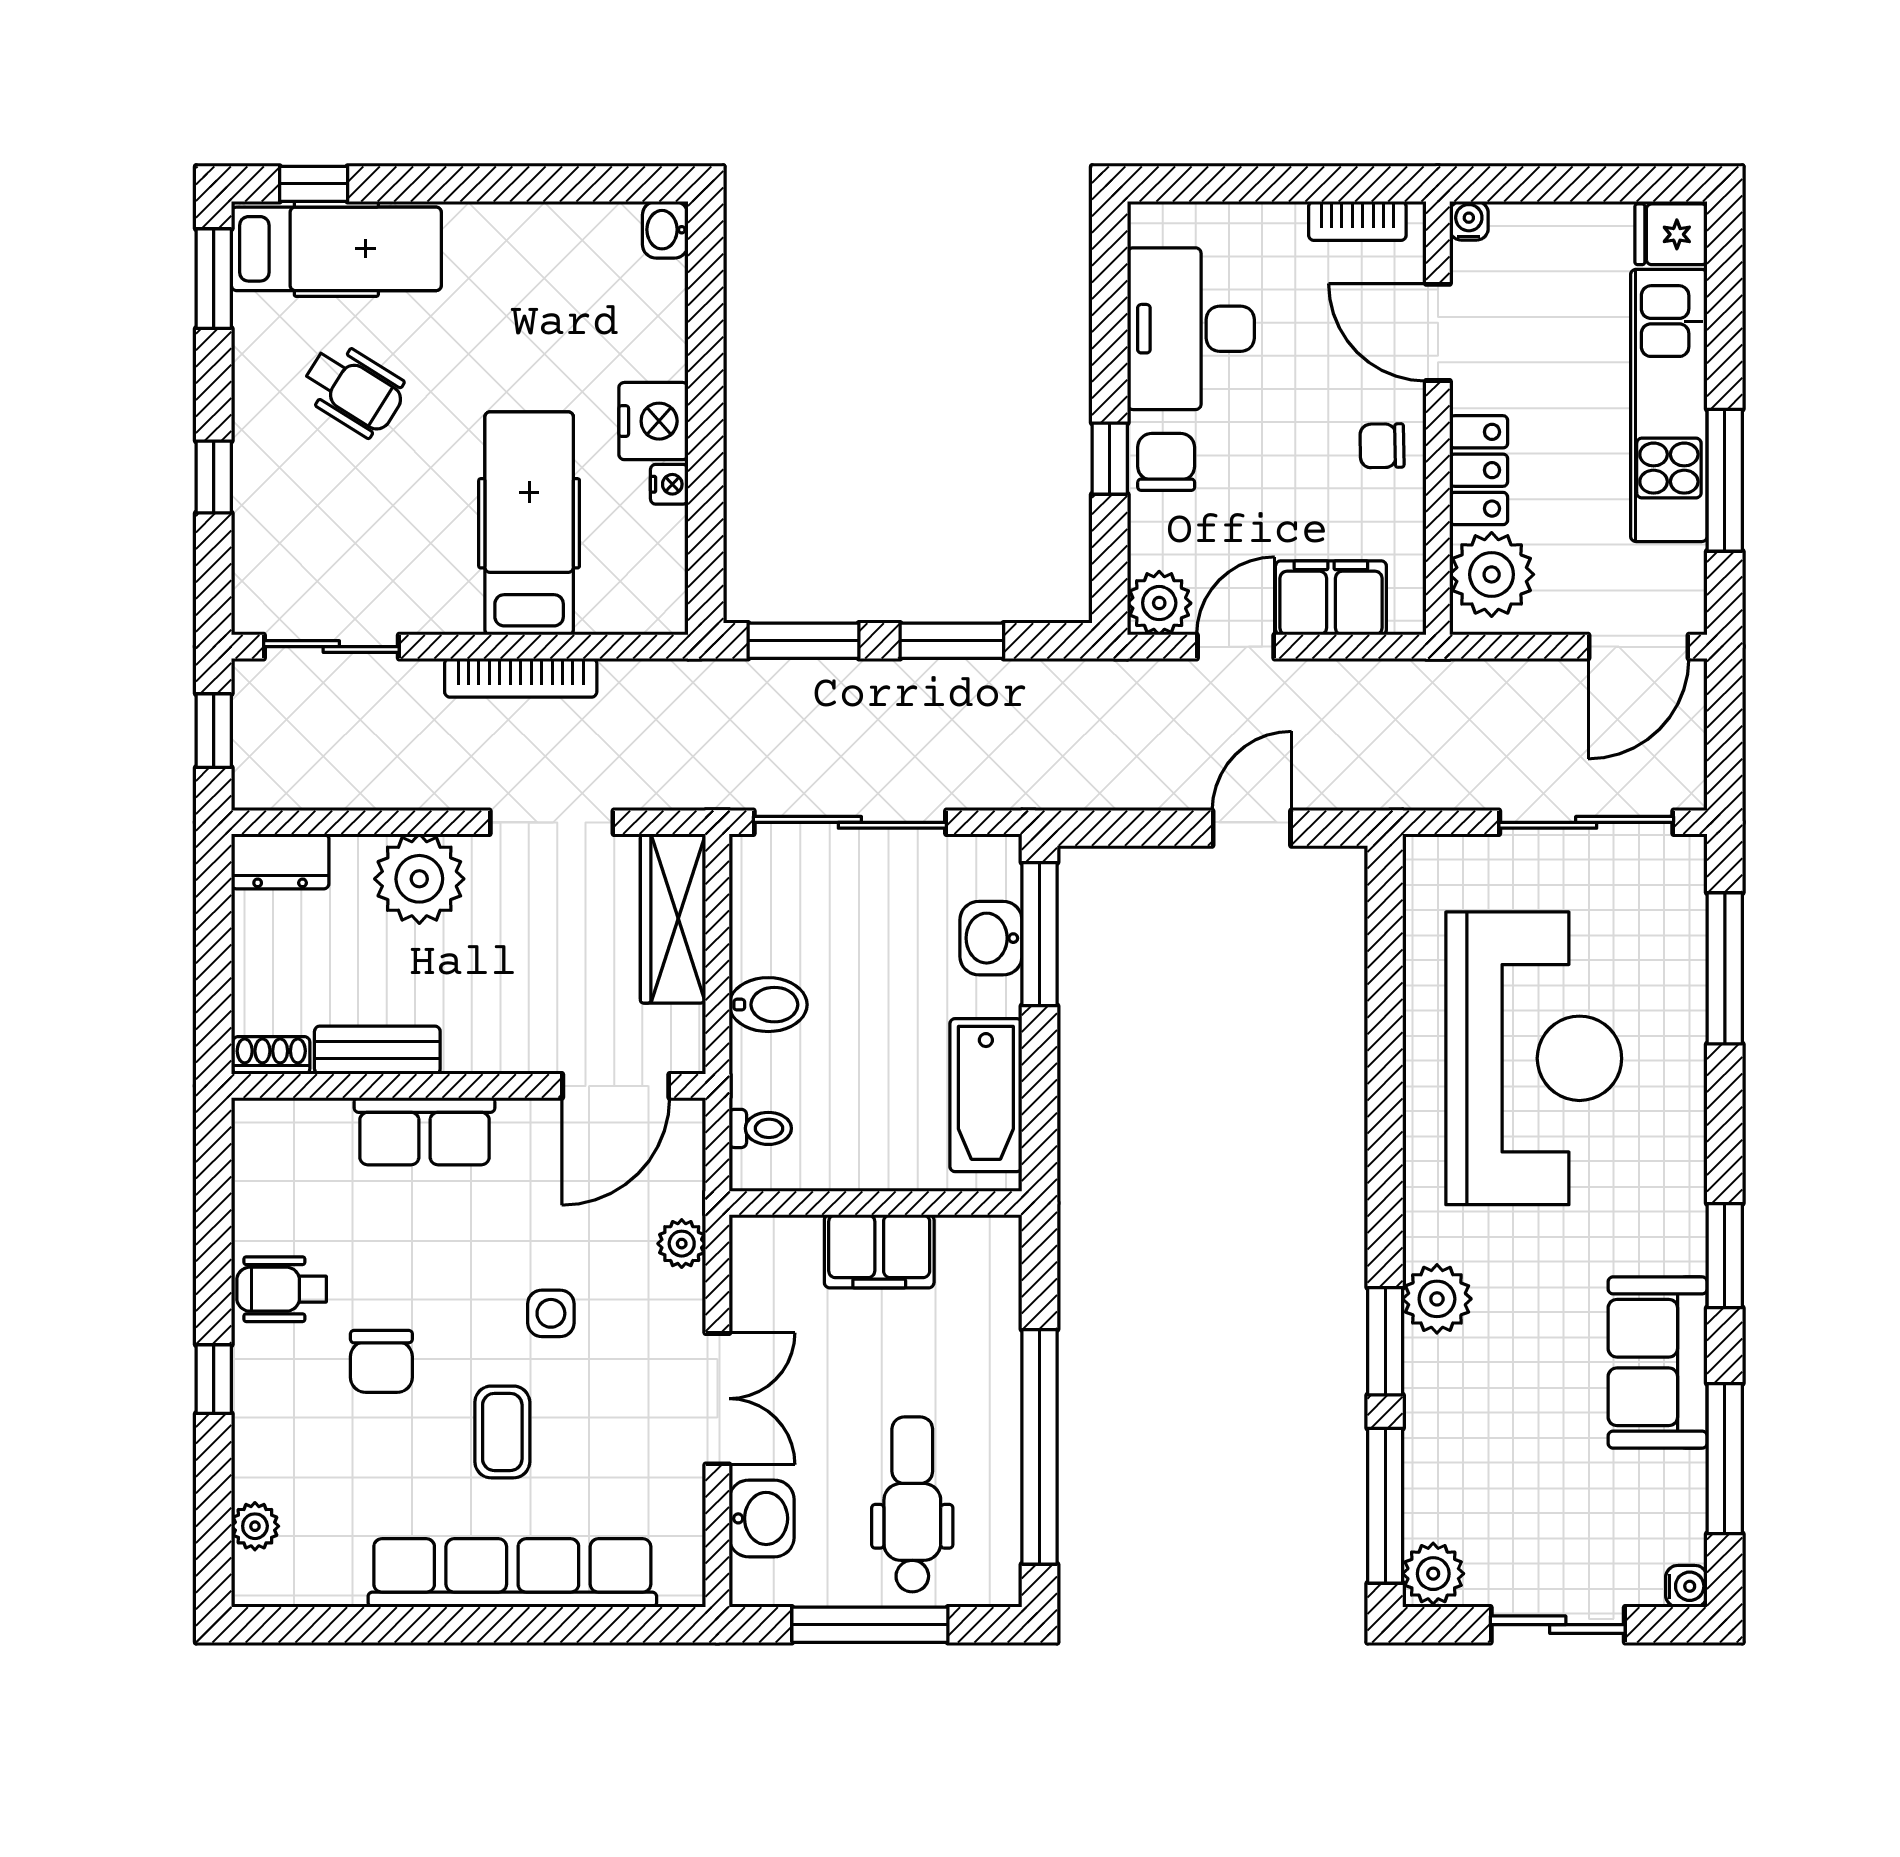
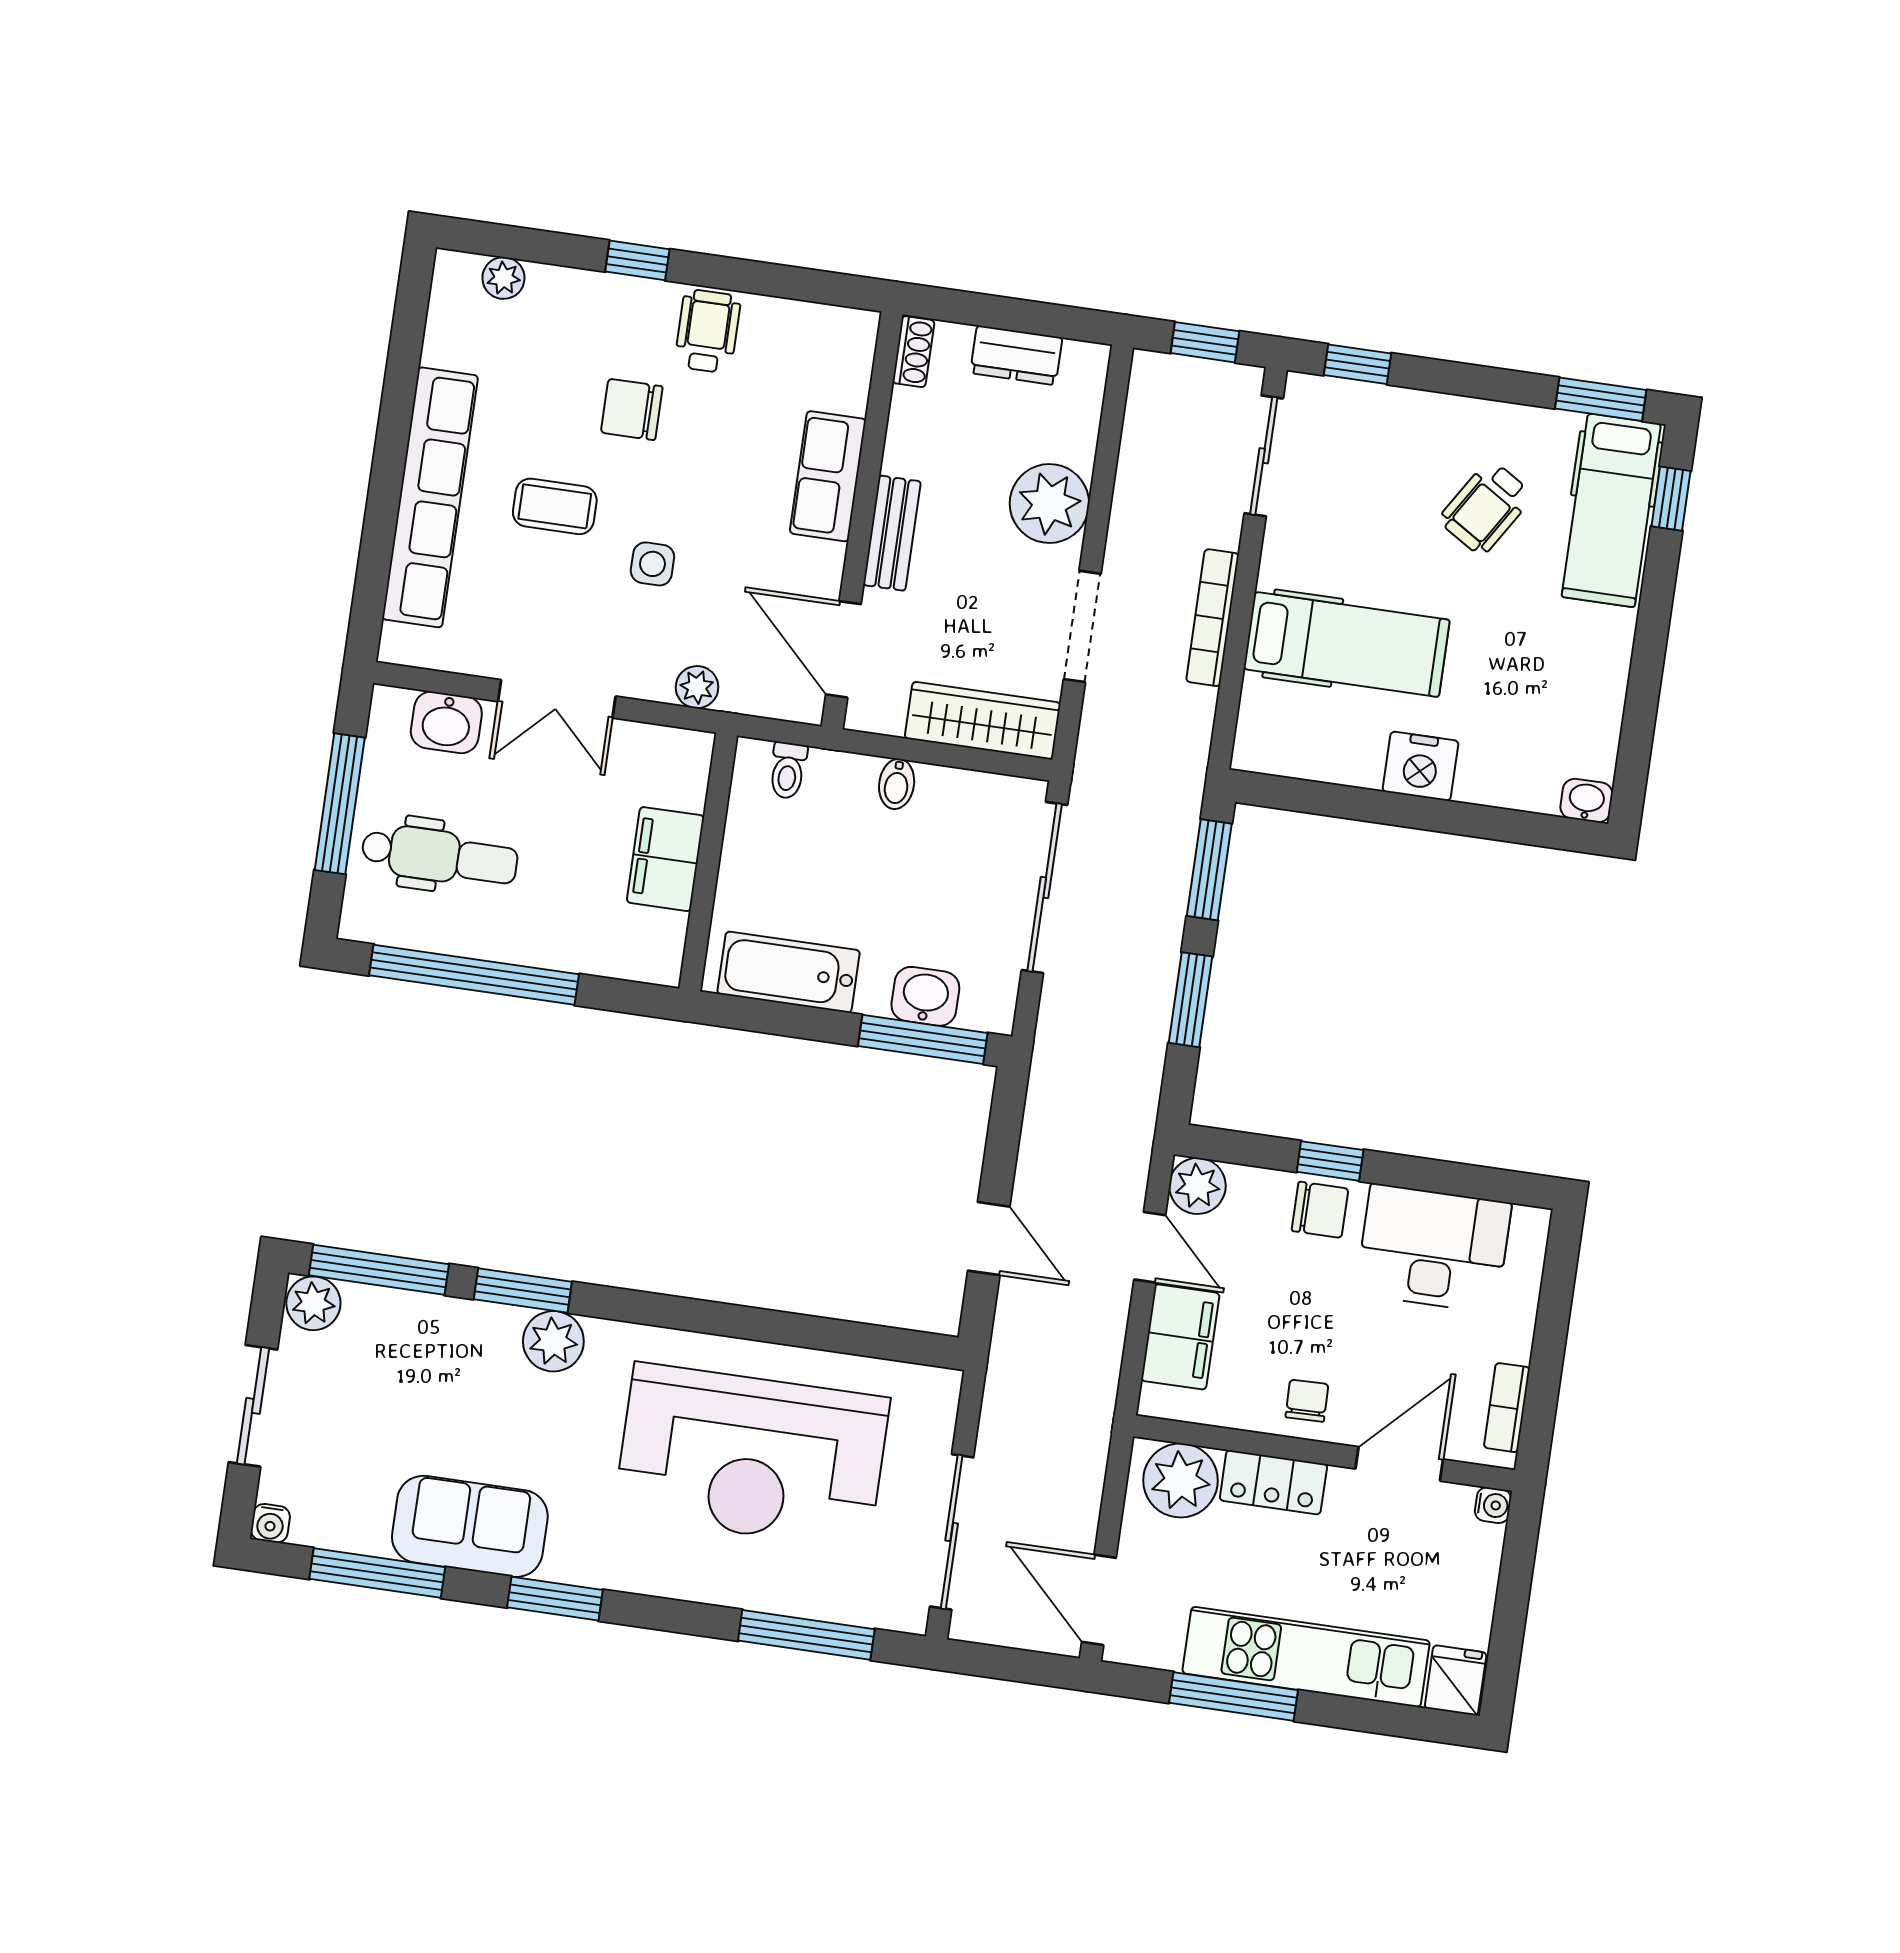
window: (214, 477) -> (1357, 364), moved
nightstand: (669, 484) -> (1363, 772), removed
dresser: (280, 861) -> (1016, 355), moved, turned -90
bidet: (768, 1005) -> (897, 784), width x0.72, depth x0.74
bench: (377, 1050) -> (892, 533), moved

